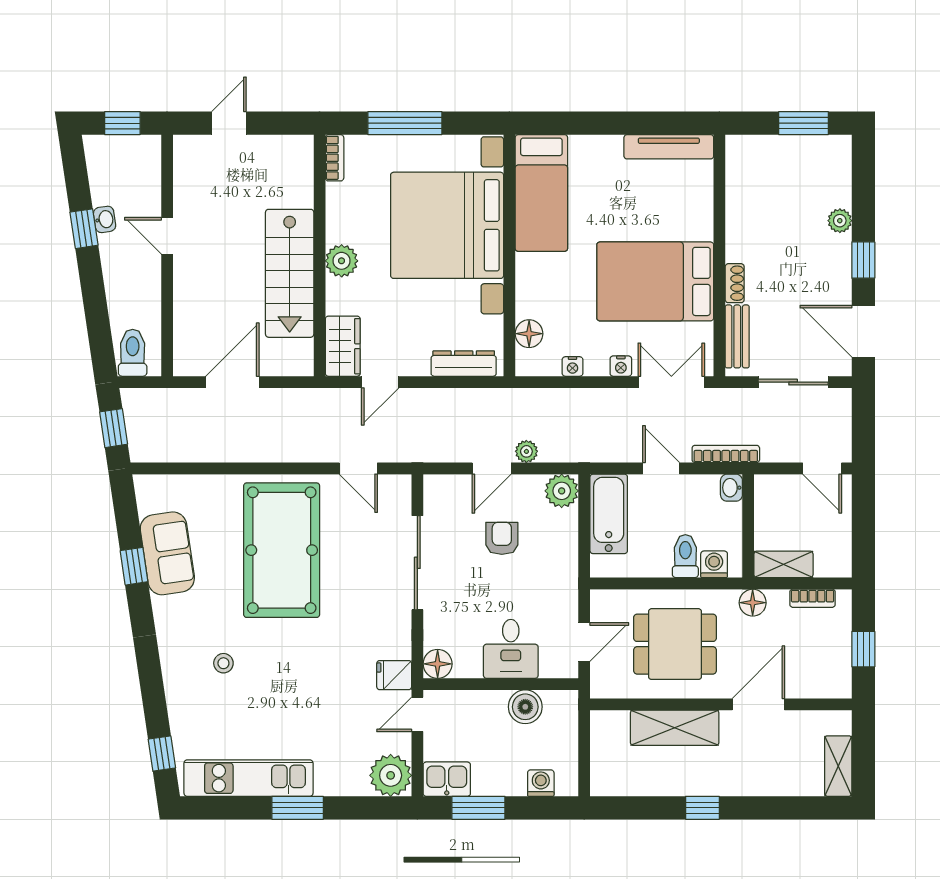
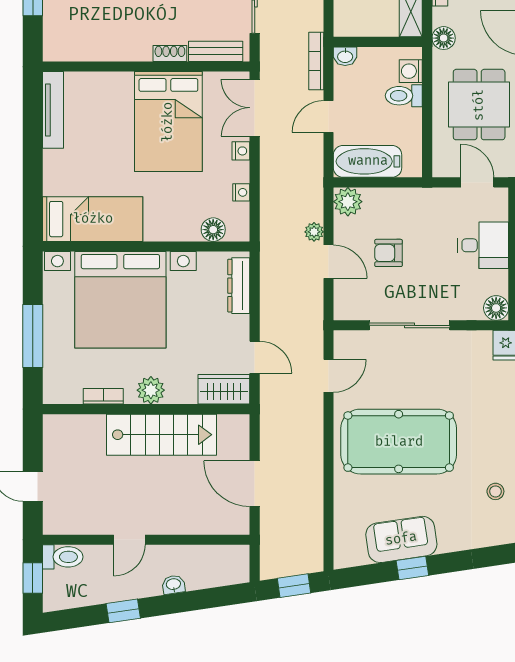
bookcase: (335, 158) -> (103, 396), moved
washbasin: (105, 219) -> (173, 585), moved
toilet: (133, 353) -> (63, 557), moved, turned 180

